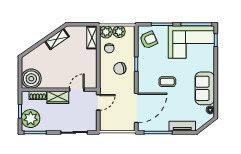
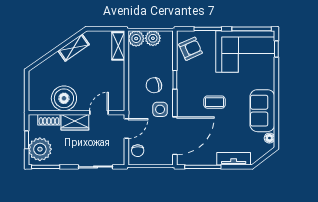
chair: (109, 48) -> (138, 151), moved
boiler: (31, 79) -> (64, 98), moved
side table: (125, 87) -> (160, 109), added

